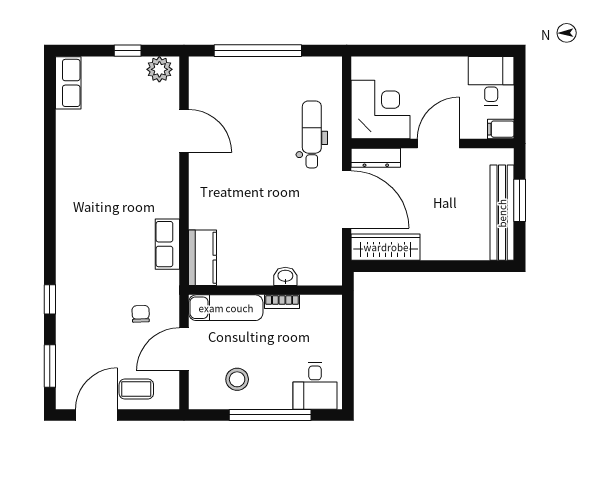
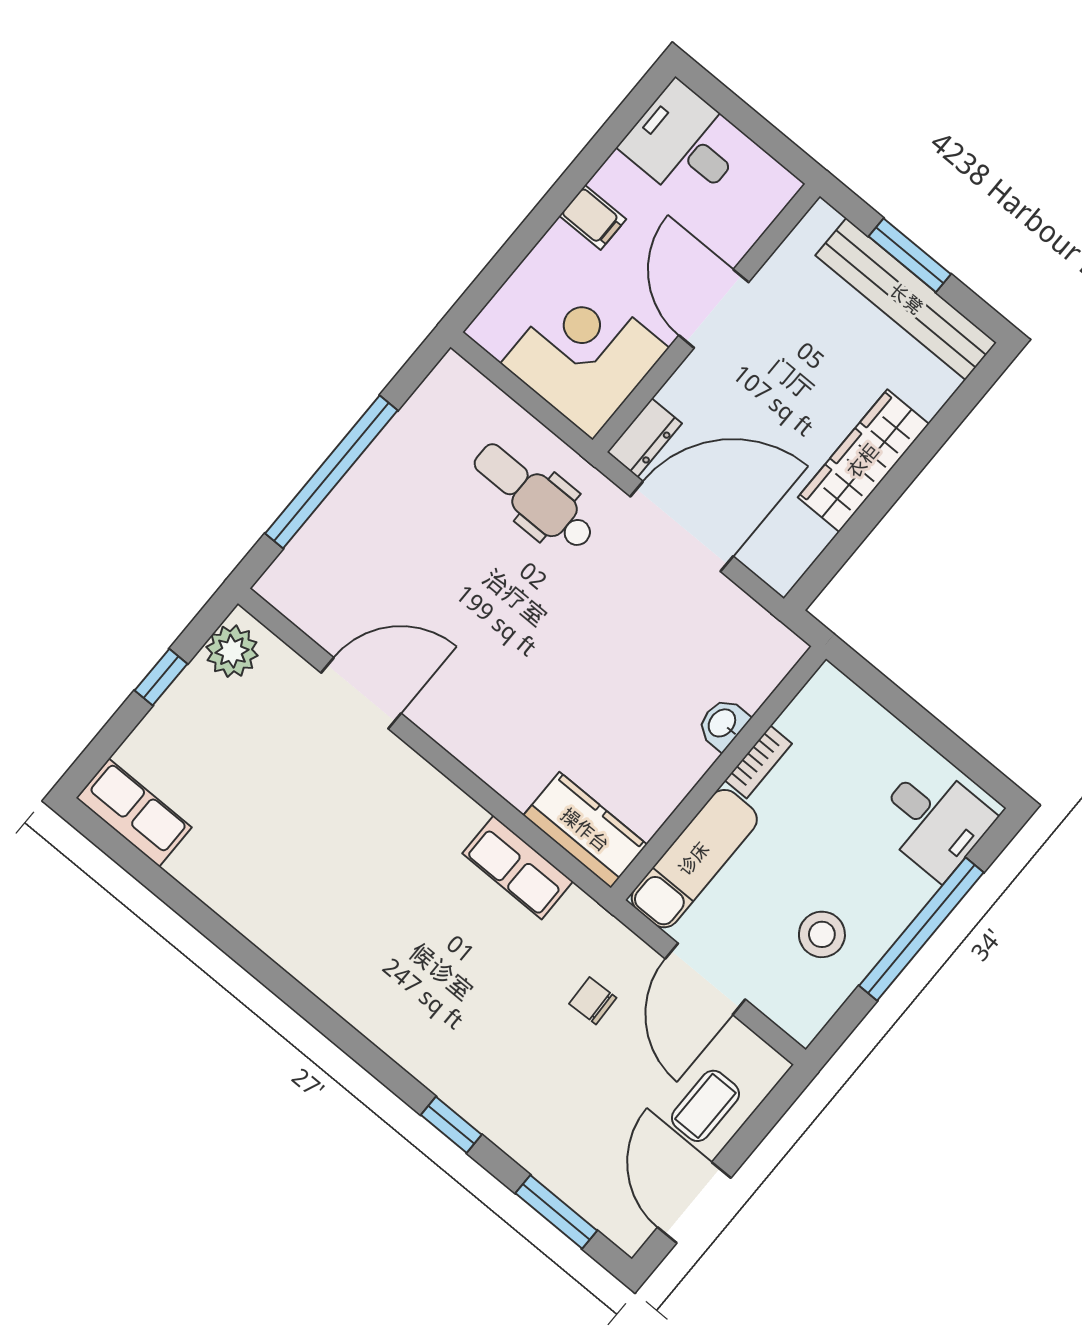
filing cabinet: (501, 129) -> (593, 217), moved, turned -90
dresser: (376, 158) -> (645, 438), width x0.70
wardrobe: (386, 247) -> (863, 461), moved

